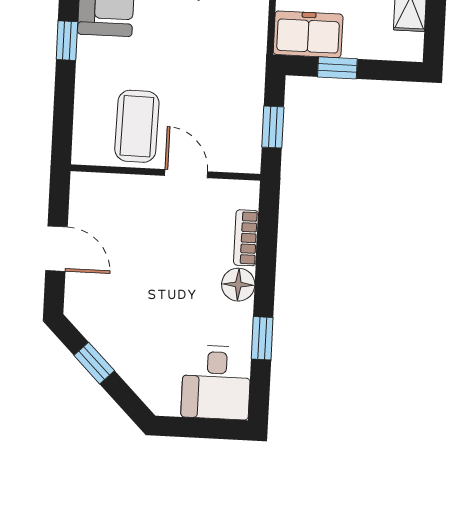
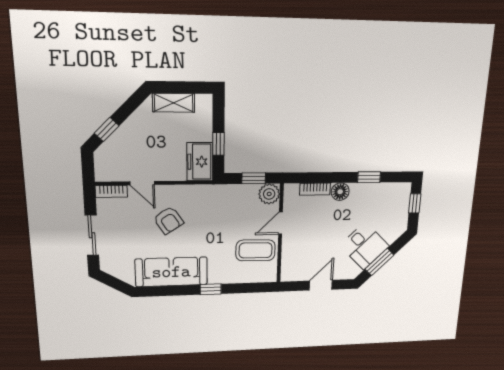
plant: (242, 154) -> (269, 194), added
window: (94, 363) -> (379, 262), width x1.50
desk: (216, 382) -> (365, 246), moved, turned 45
window: (206, 428) -> (415, 203), added

